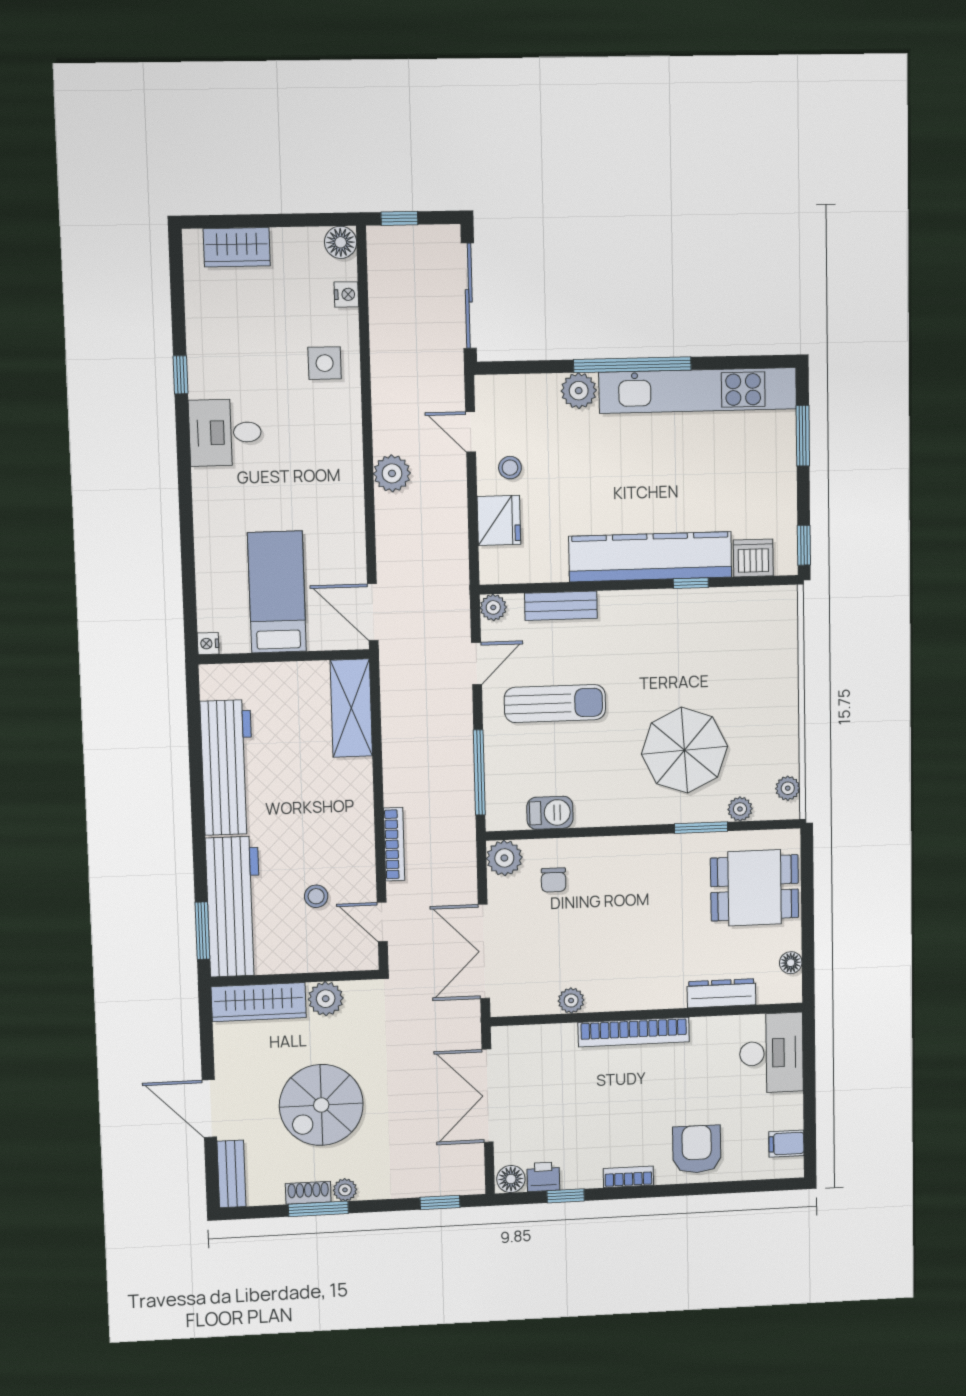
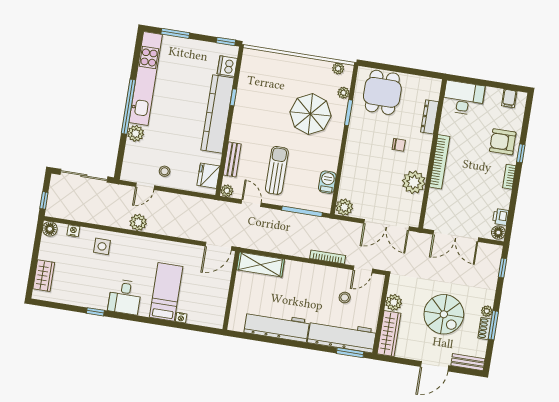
plant: (392, 473) -> (138, 222), moved
fridge: (499, 520) -> (208, 176), moved, turned -90
bed: (277, 592) -> (166, 292), moved, turned 90
nightstand: (208, 644) -> (181, 318), moved
chair: (554, 880) -> (399, 145), moved
floor lamp: (791, 963) -> (422, 81), removed
plant: (571, 1001) -> (414, 182), width x1.88, depth x1.88
window: (566, 1196) -> (521, 153), moved

